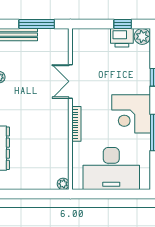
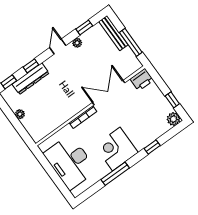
printer: (122, 38) -> (142, 80), moved, turned -90
double door: (70, 81) -> (109, 93), width x1.37
plant: (63, 184) -> (20, 114), moved

